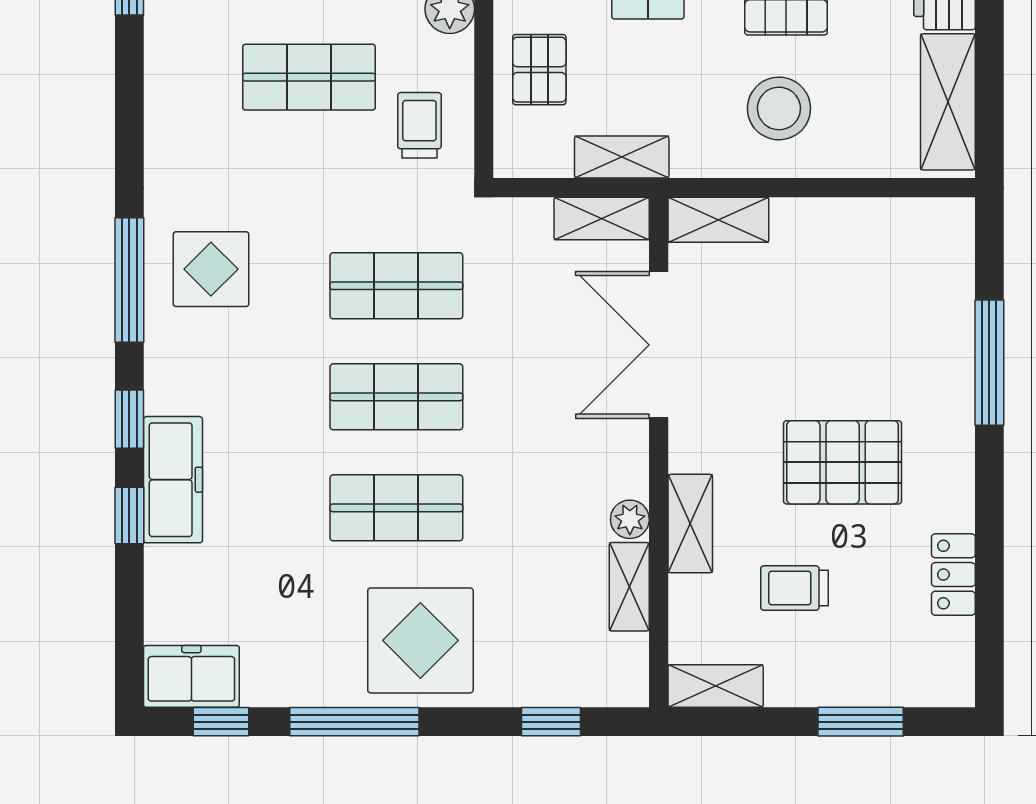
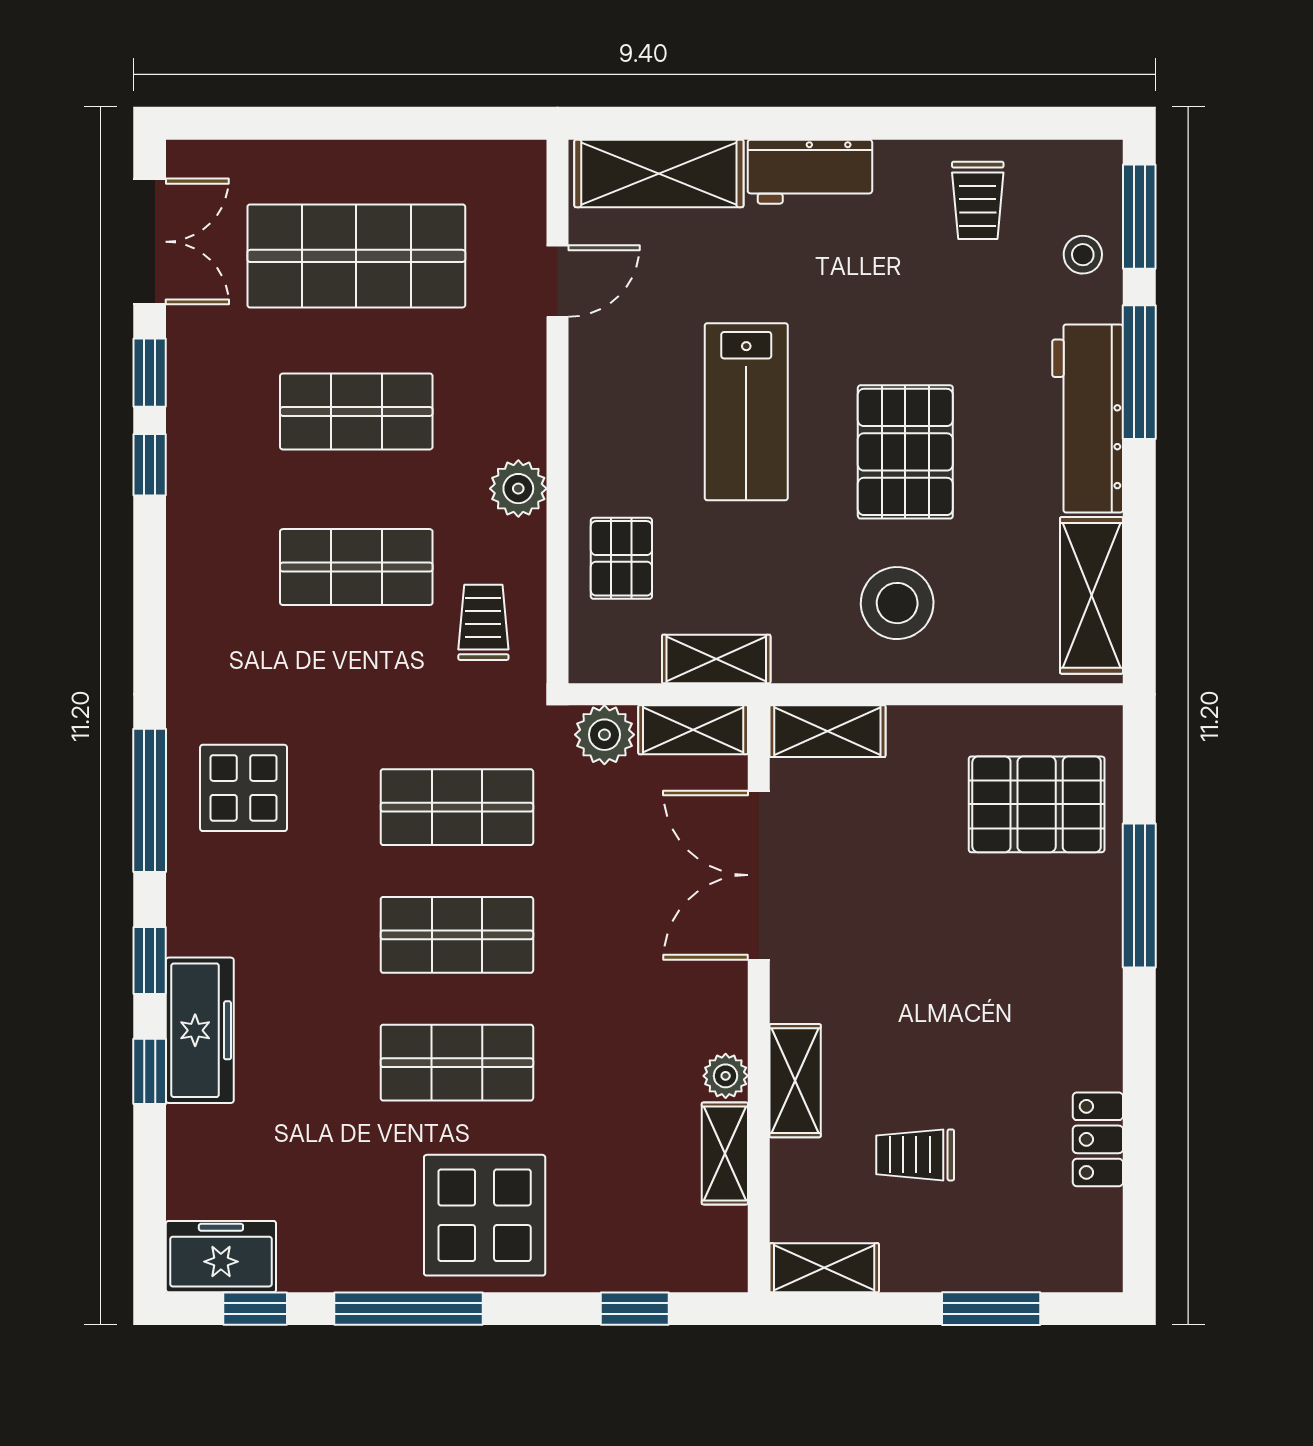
plant: (525, 223) -> (604, 735), added
pallet: (843, 462) -> (1037, 804), moved

